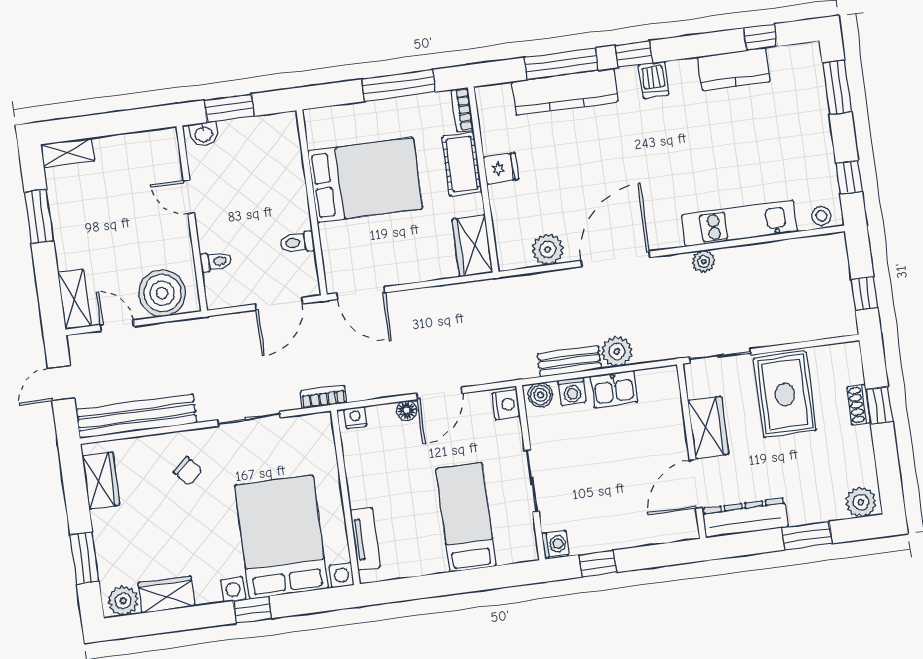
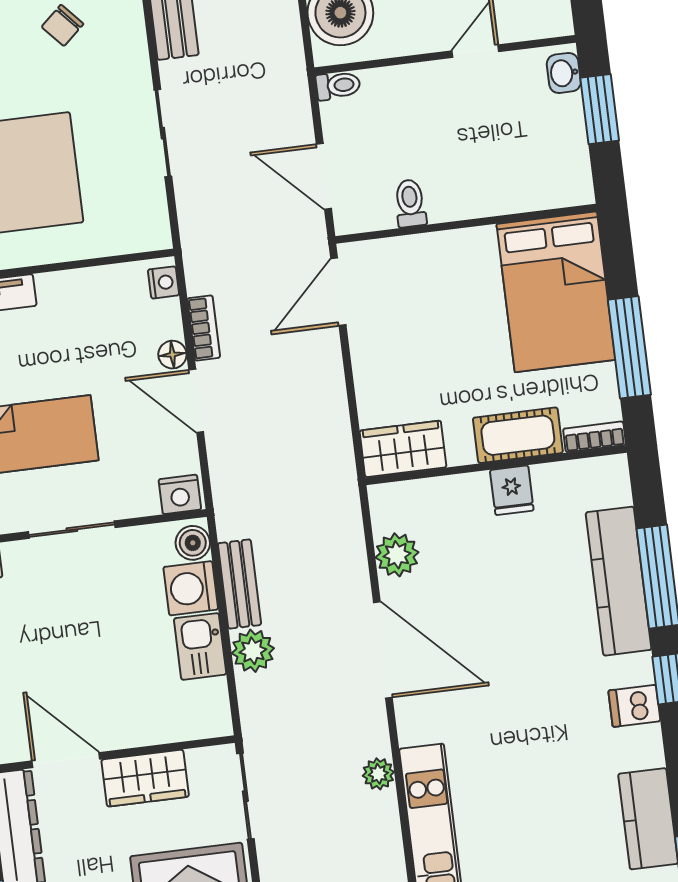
bed: (365, 180) -> (556, 292), moved
toilet: (216, 262) -> (338, 85), moved, turned -90
washing machine: (572, 391) -> (191, 588), width x1.38, depth x1.38
bookcase: (323, 397) -> (204, 328), moved
chair: (188, 471) -> (62, 25), moved

